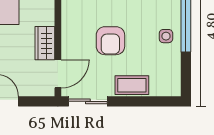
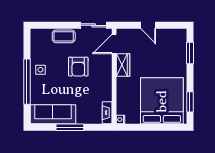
armchair: (110, 41) -> (78, 67), turned 180

